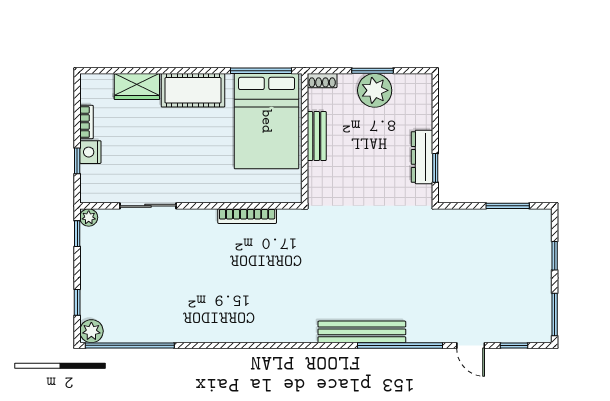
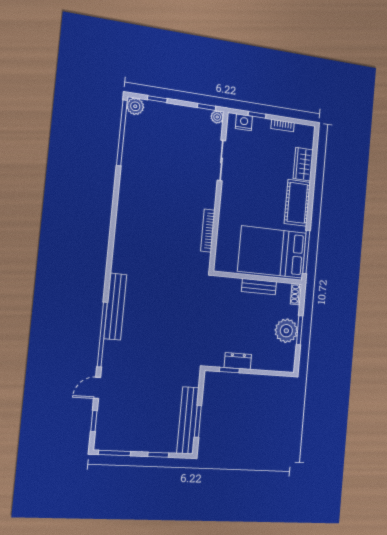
nightstand: (90, 152) -> (244, 122), moved
dresser: (422, 157) -> (238, 361), width x0.70
bench: (507, 220) -> (188, 420), added

